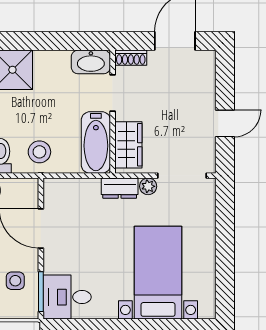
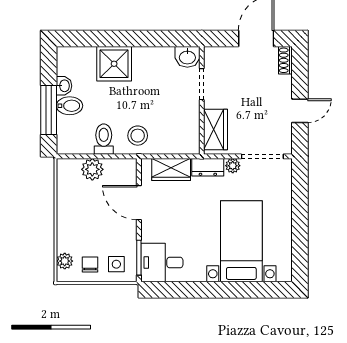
shoe rack: (131, 58) -> (285, 60), moved, turned 90
washbasin: (91, 62) -> (187, 57), width x0.72
bathtub: (96, 142) -> (187, 127), removed
wardrobe: (78, 191) -> (171, 169), added
side table: (15, 281) -> (116, 264), moved

